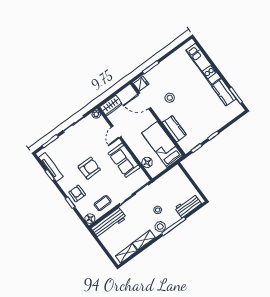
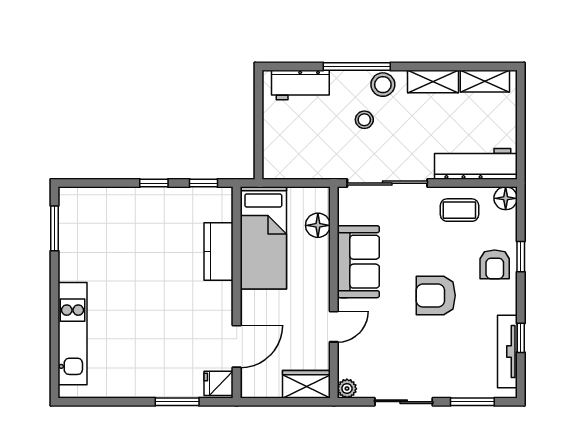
kitchen counter: (224, 92) -> (73, 251), removed
stool: (170, 98) -> (184, 317), removed
door: (144, 101) -> (237, 346), hinge flipped

